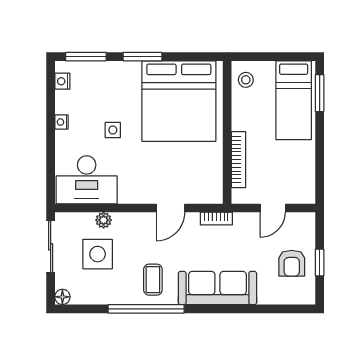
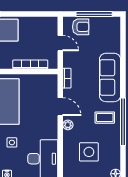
plant: (104, 220) -> (68, 125), moved
window: (320, 262) -> (94, 14), width x2.17
armchair: (292, 263) -> (81, 27), moved

